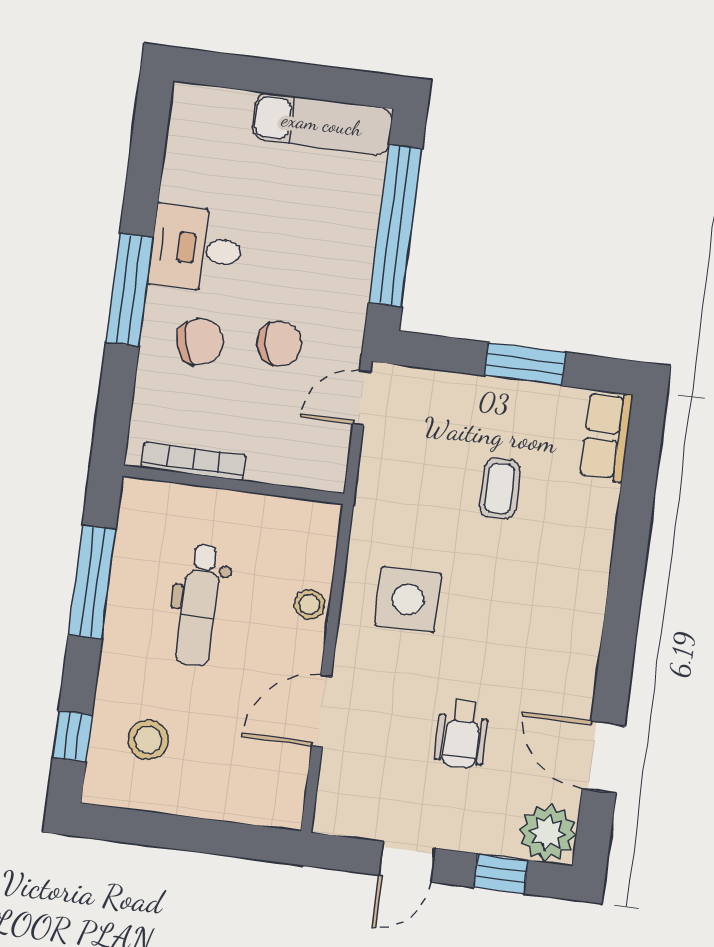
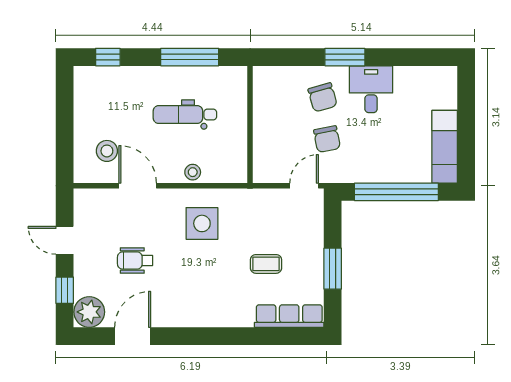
window: (129, 290) -> (345, 57), width x0.69
door: (362, 398) -> (304, 186), hinge flipped
row of seats: (606, 436) -> (289, 316), width x1.48
bookcase: (194, 461) -> (260, 102), removed
stool: (148, 740) -> (107, 151), moved

